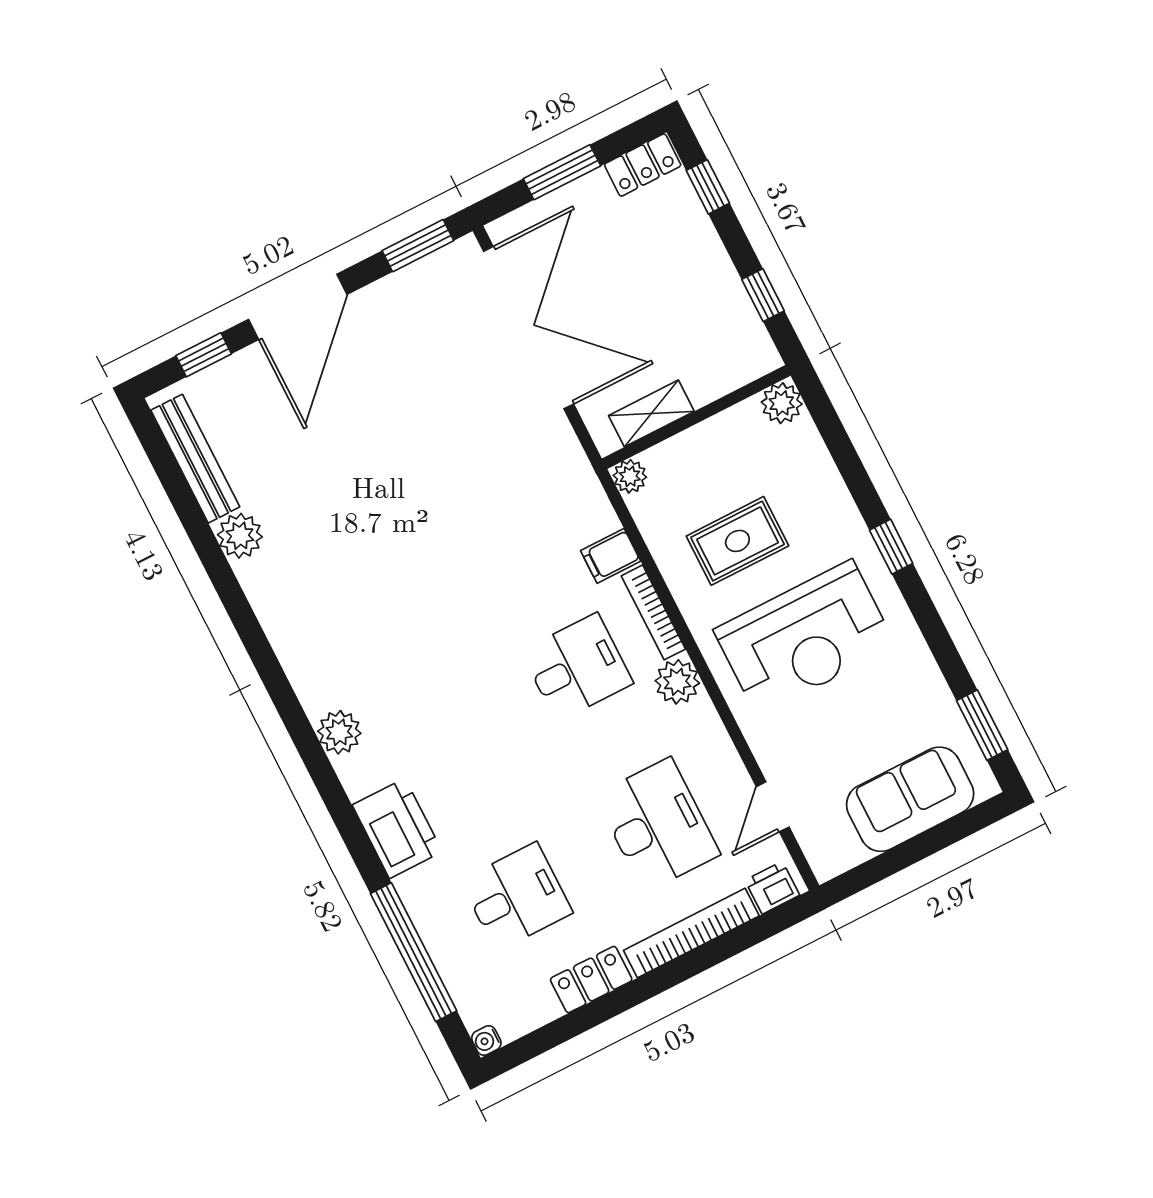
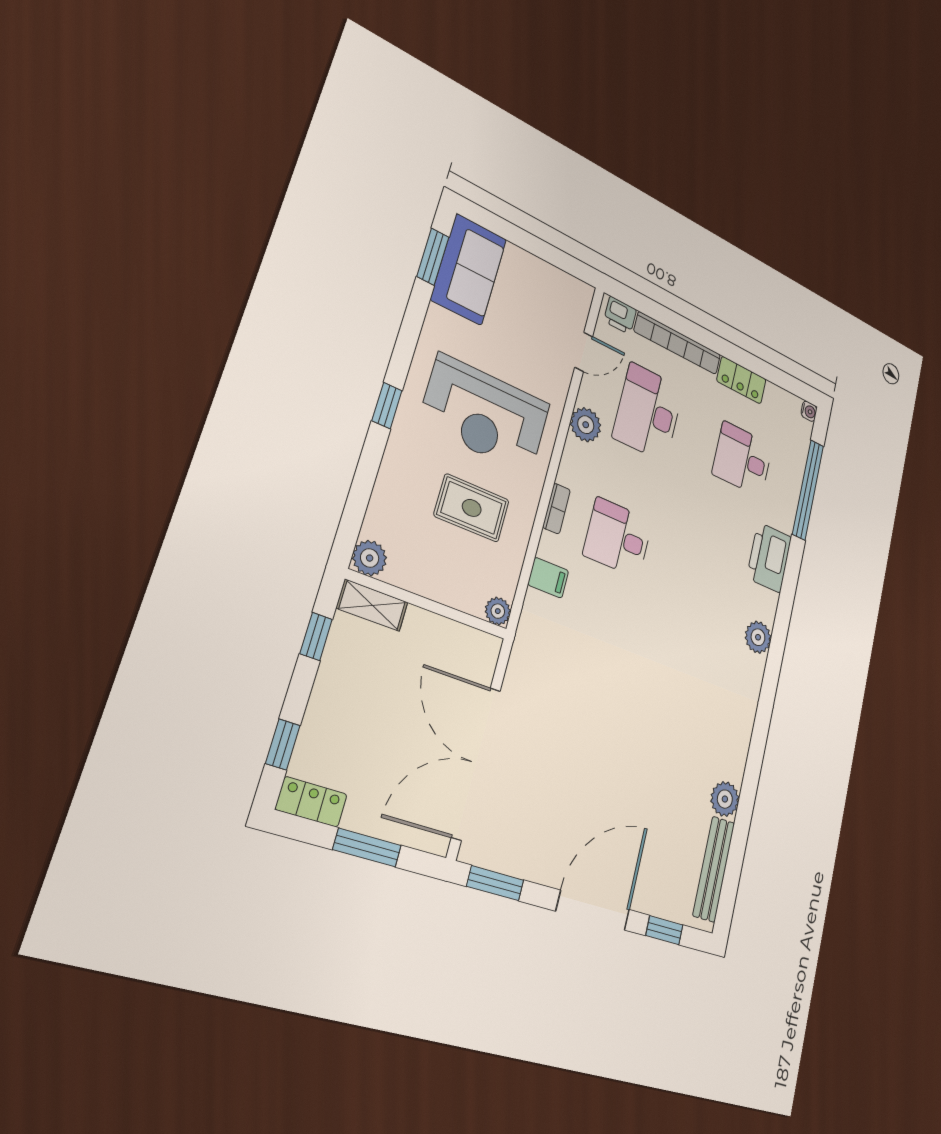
shelving: (651, 413) -> (372, 605), moved
bookcase: (653, 612) -> (557, 509), width x0.64
reception desk: (805, 638) -> (485, 414), turned 180
plant: (677, 682) -> (586, 425), moved
sofa: (910, 799) -> (469, 269), moved, turned -90

